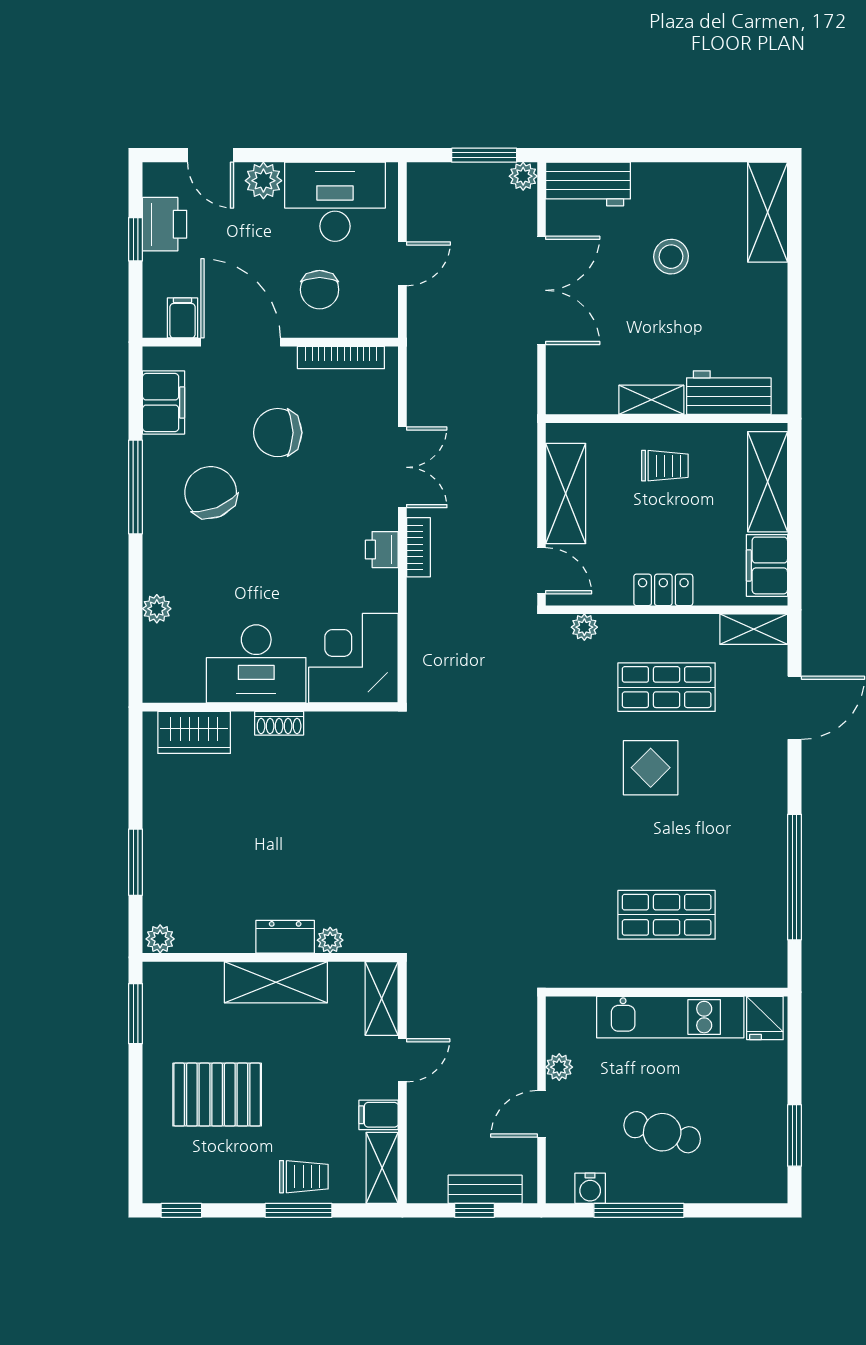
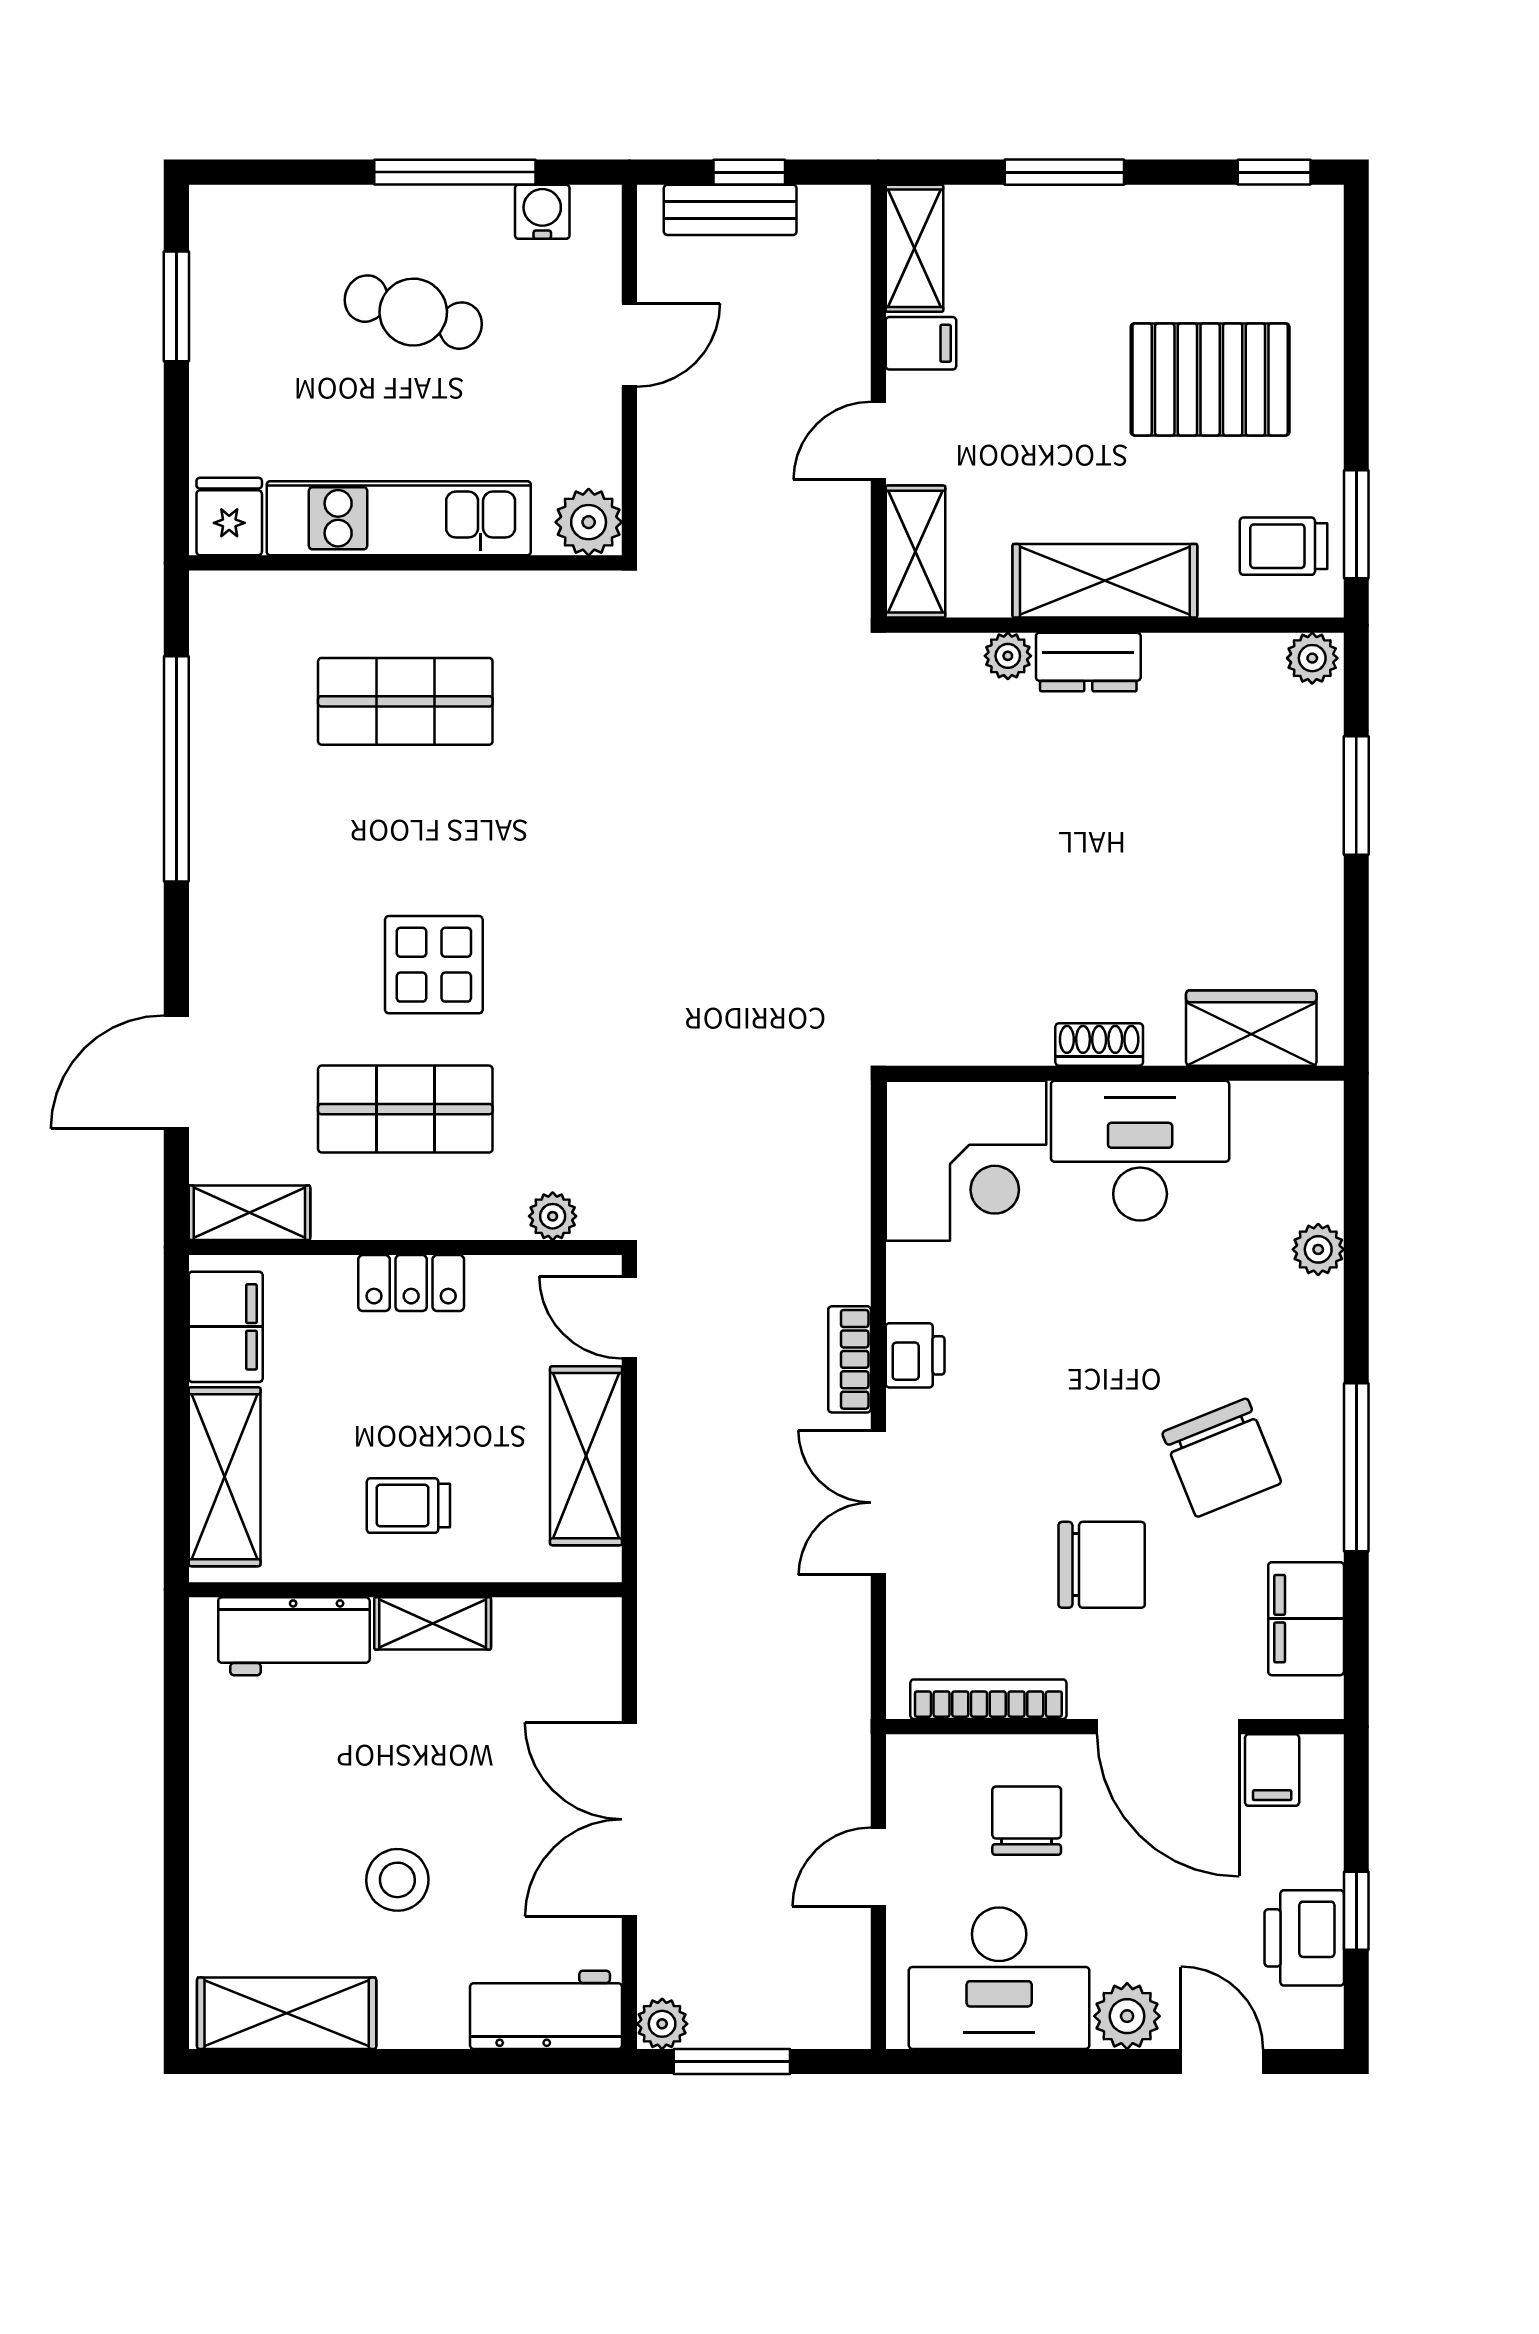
shelving: (768, 212) -> (287, 2013), moved, turned 90
plant: (559, 1067) -> (589, 522), moved, width x1.38, depth x1.38
trolley: (304, 1177) -> (1284, 546), moved

